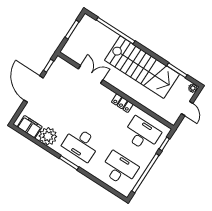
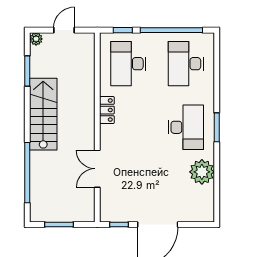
stairs: (142, 67) -> (43, 114), width x0.73, depth x0.66
filing cabinet: (30, 127) -> (205, 200), removed

